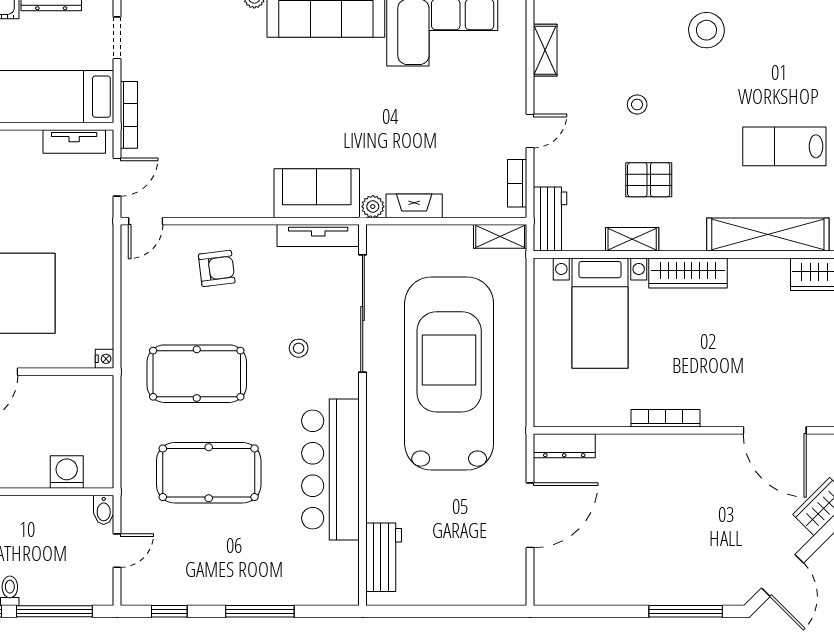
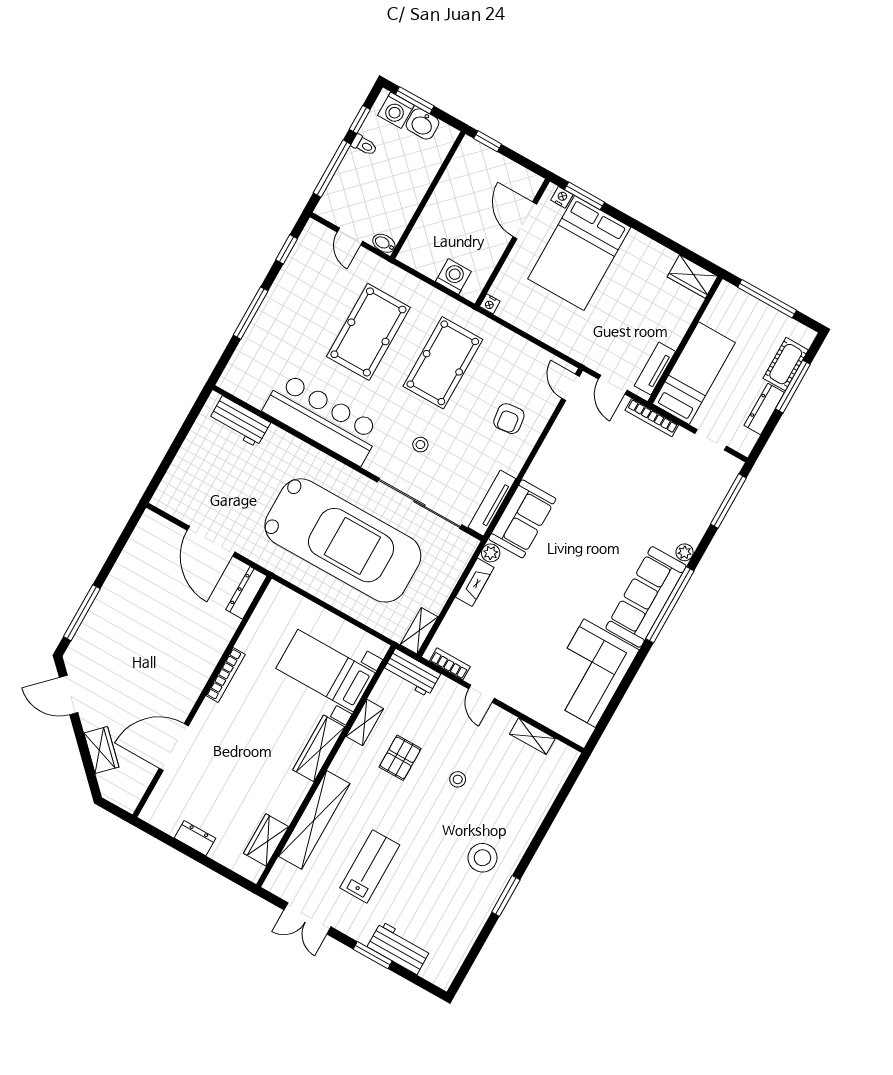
washing machine: (67, 472) -> (453, 276), moved, turned -90

